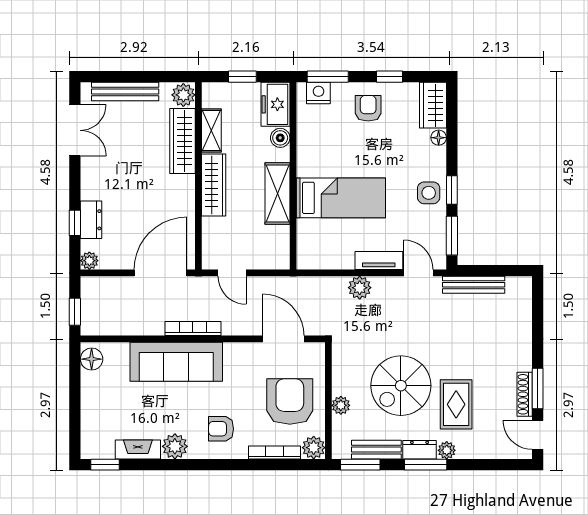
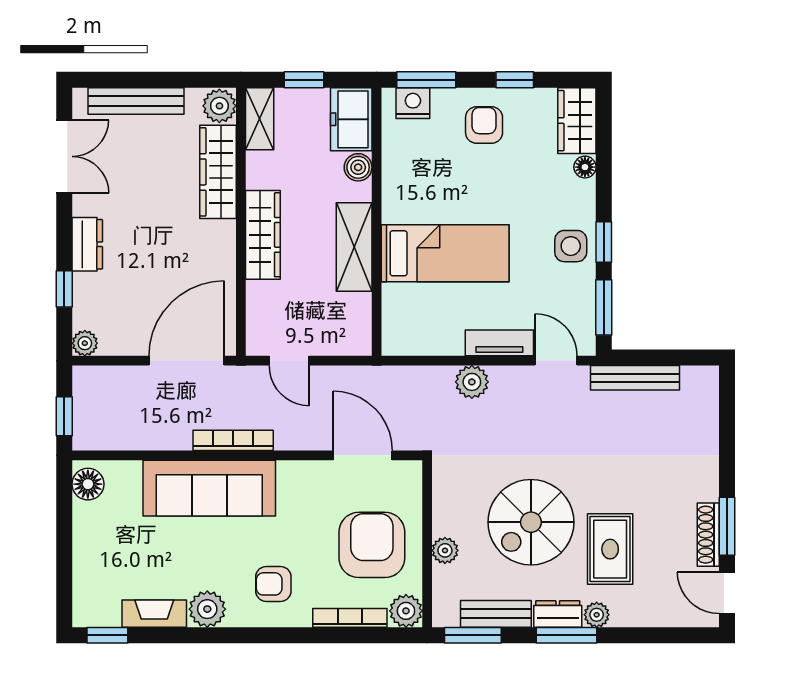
shelving: (211, 130) -> (260, 119), moved
dresser: (91, 220) -> (87, 244), moved

